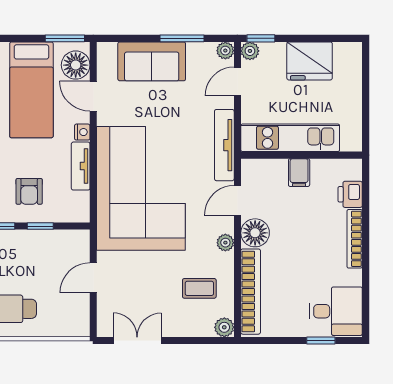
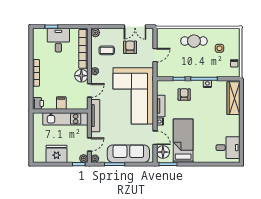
sofa: (152, 61) -> (128, 154), width x1.36
printer: (350, 194) -> (38, 103), moved
armchair: (148, 295) -> (130, 47), added
desk: (336, 311) -> (58, 40), moved, turned 90

